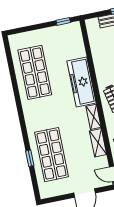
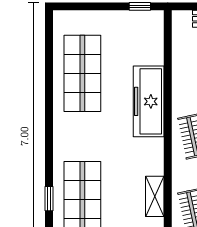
shelving: (93, 117) -> (156, 156), removed

